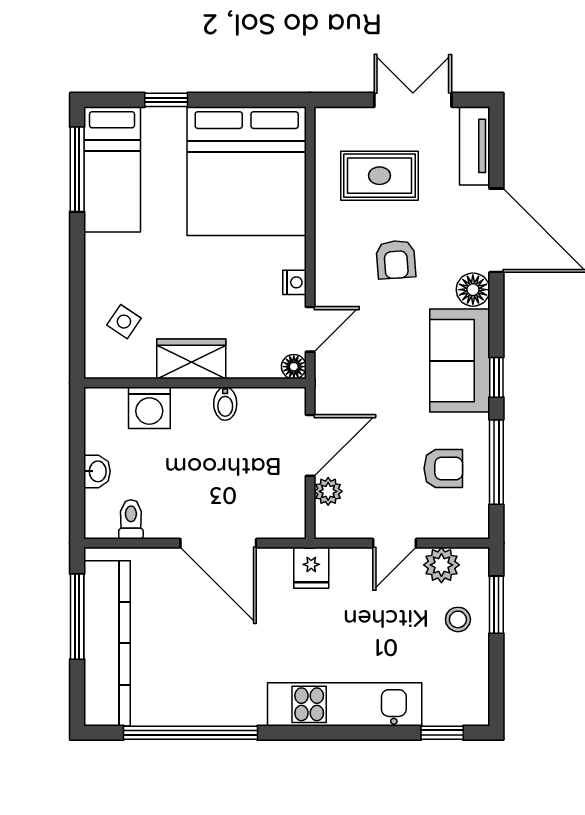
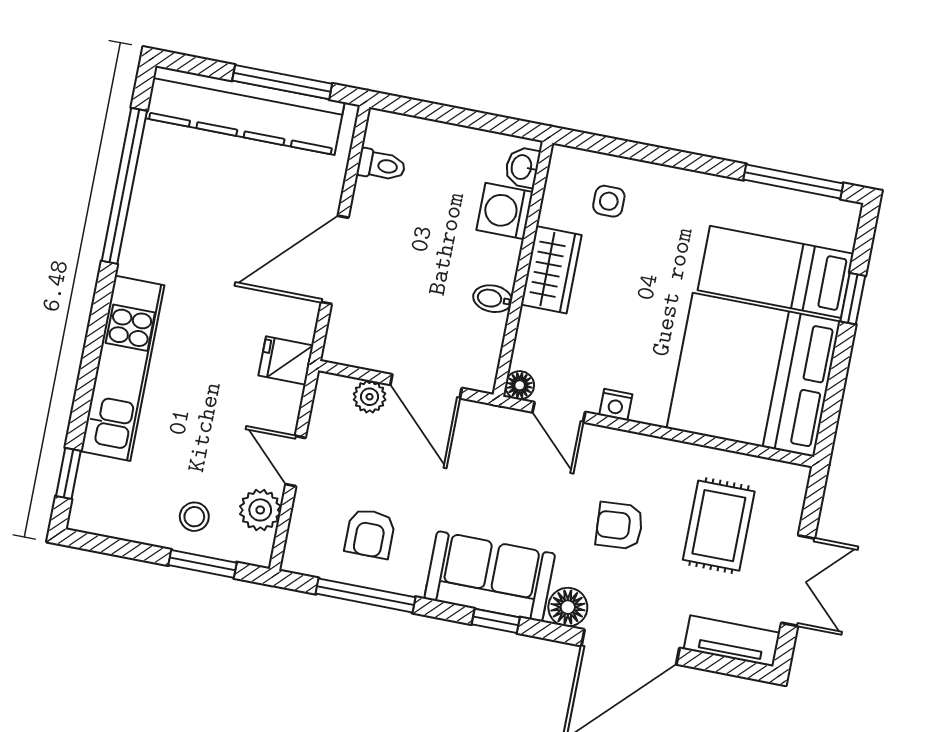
bed: (112, 169) -> (776, 272), moved
side table: (124, 322) -> (609, 201), turned -34
window: (496, 377) -> (496, 621), moved
washbasin: (97, 471) -> (522, 167), moved, turned 90

